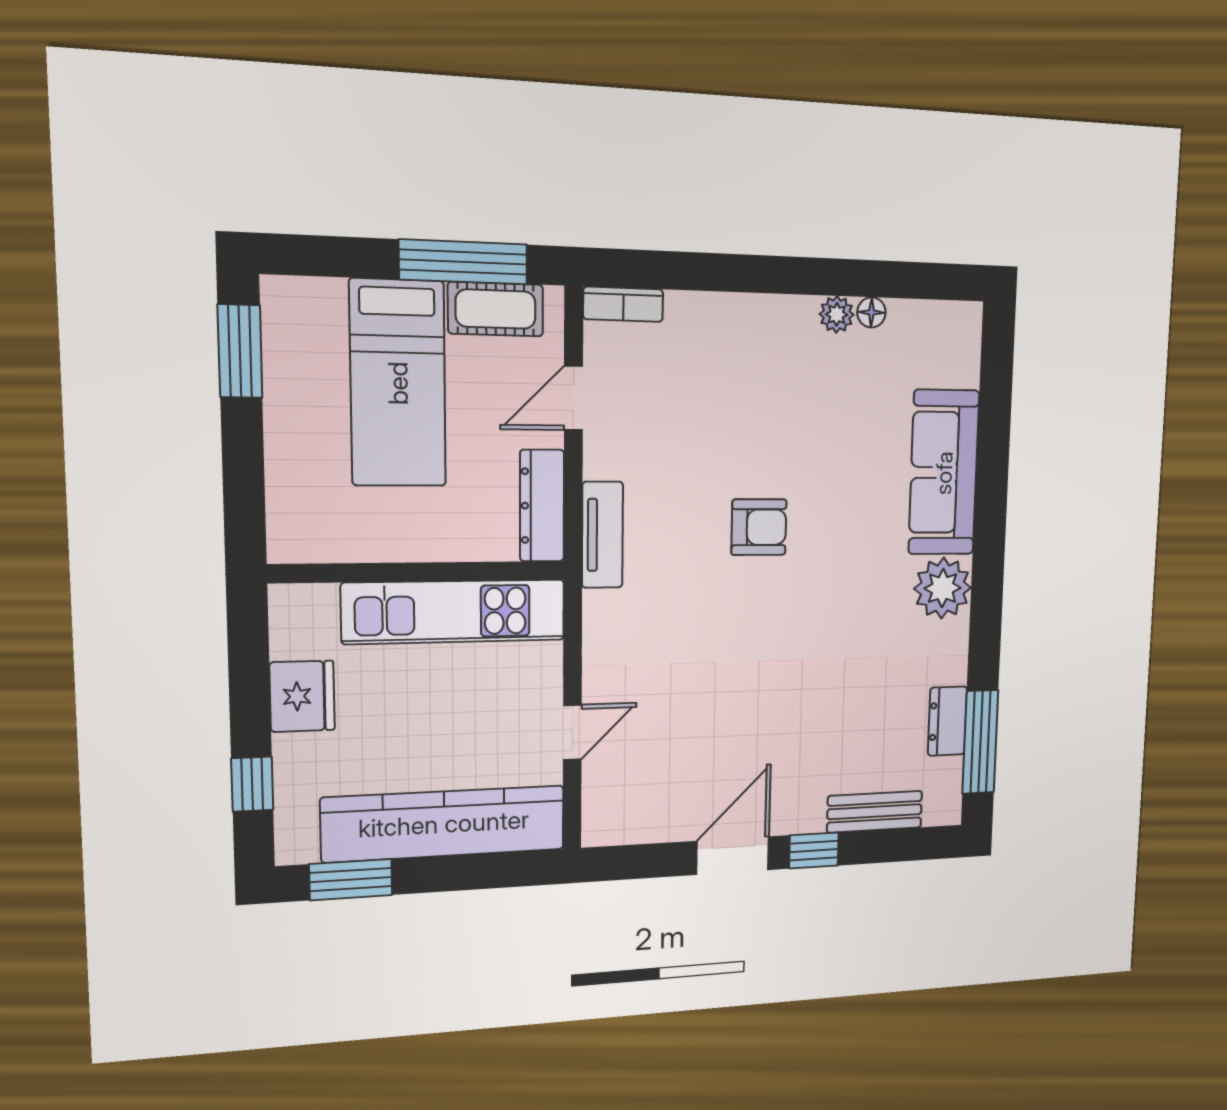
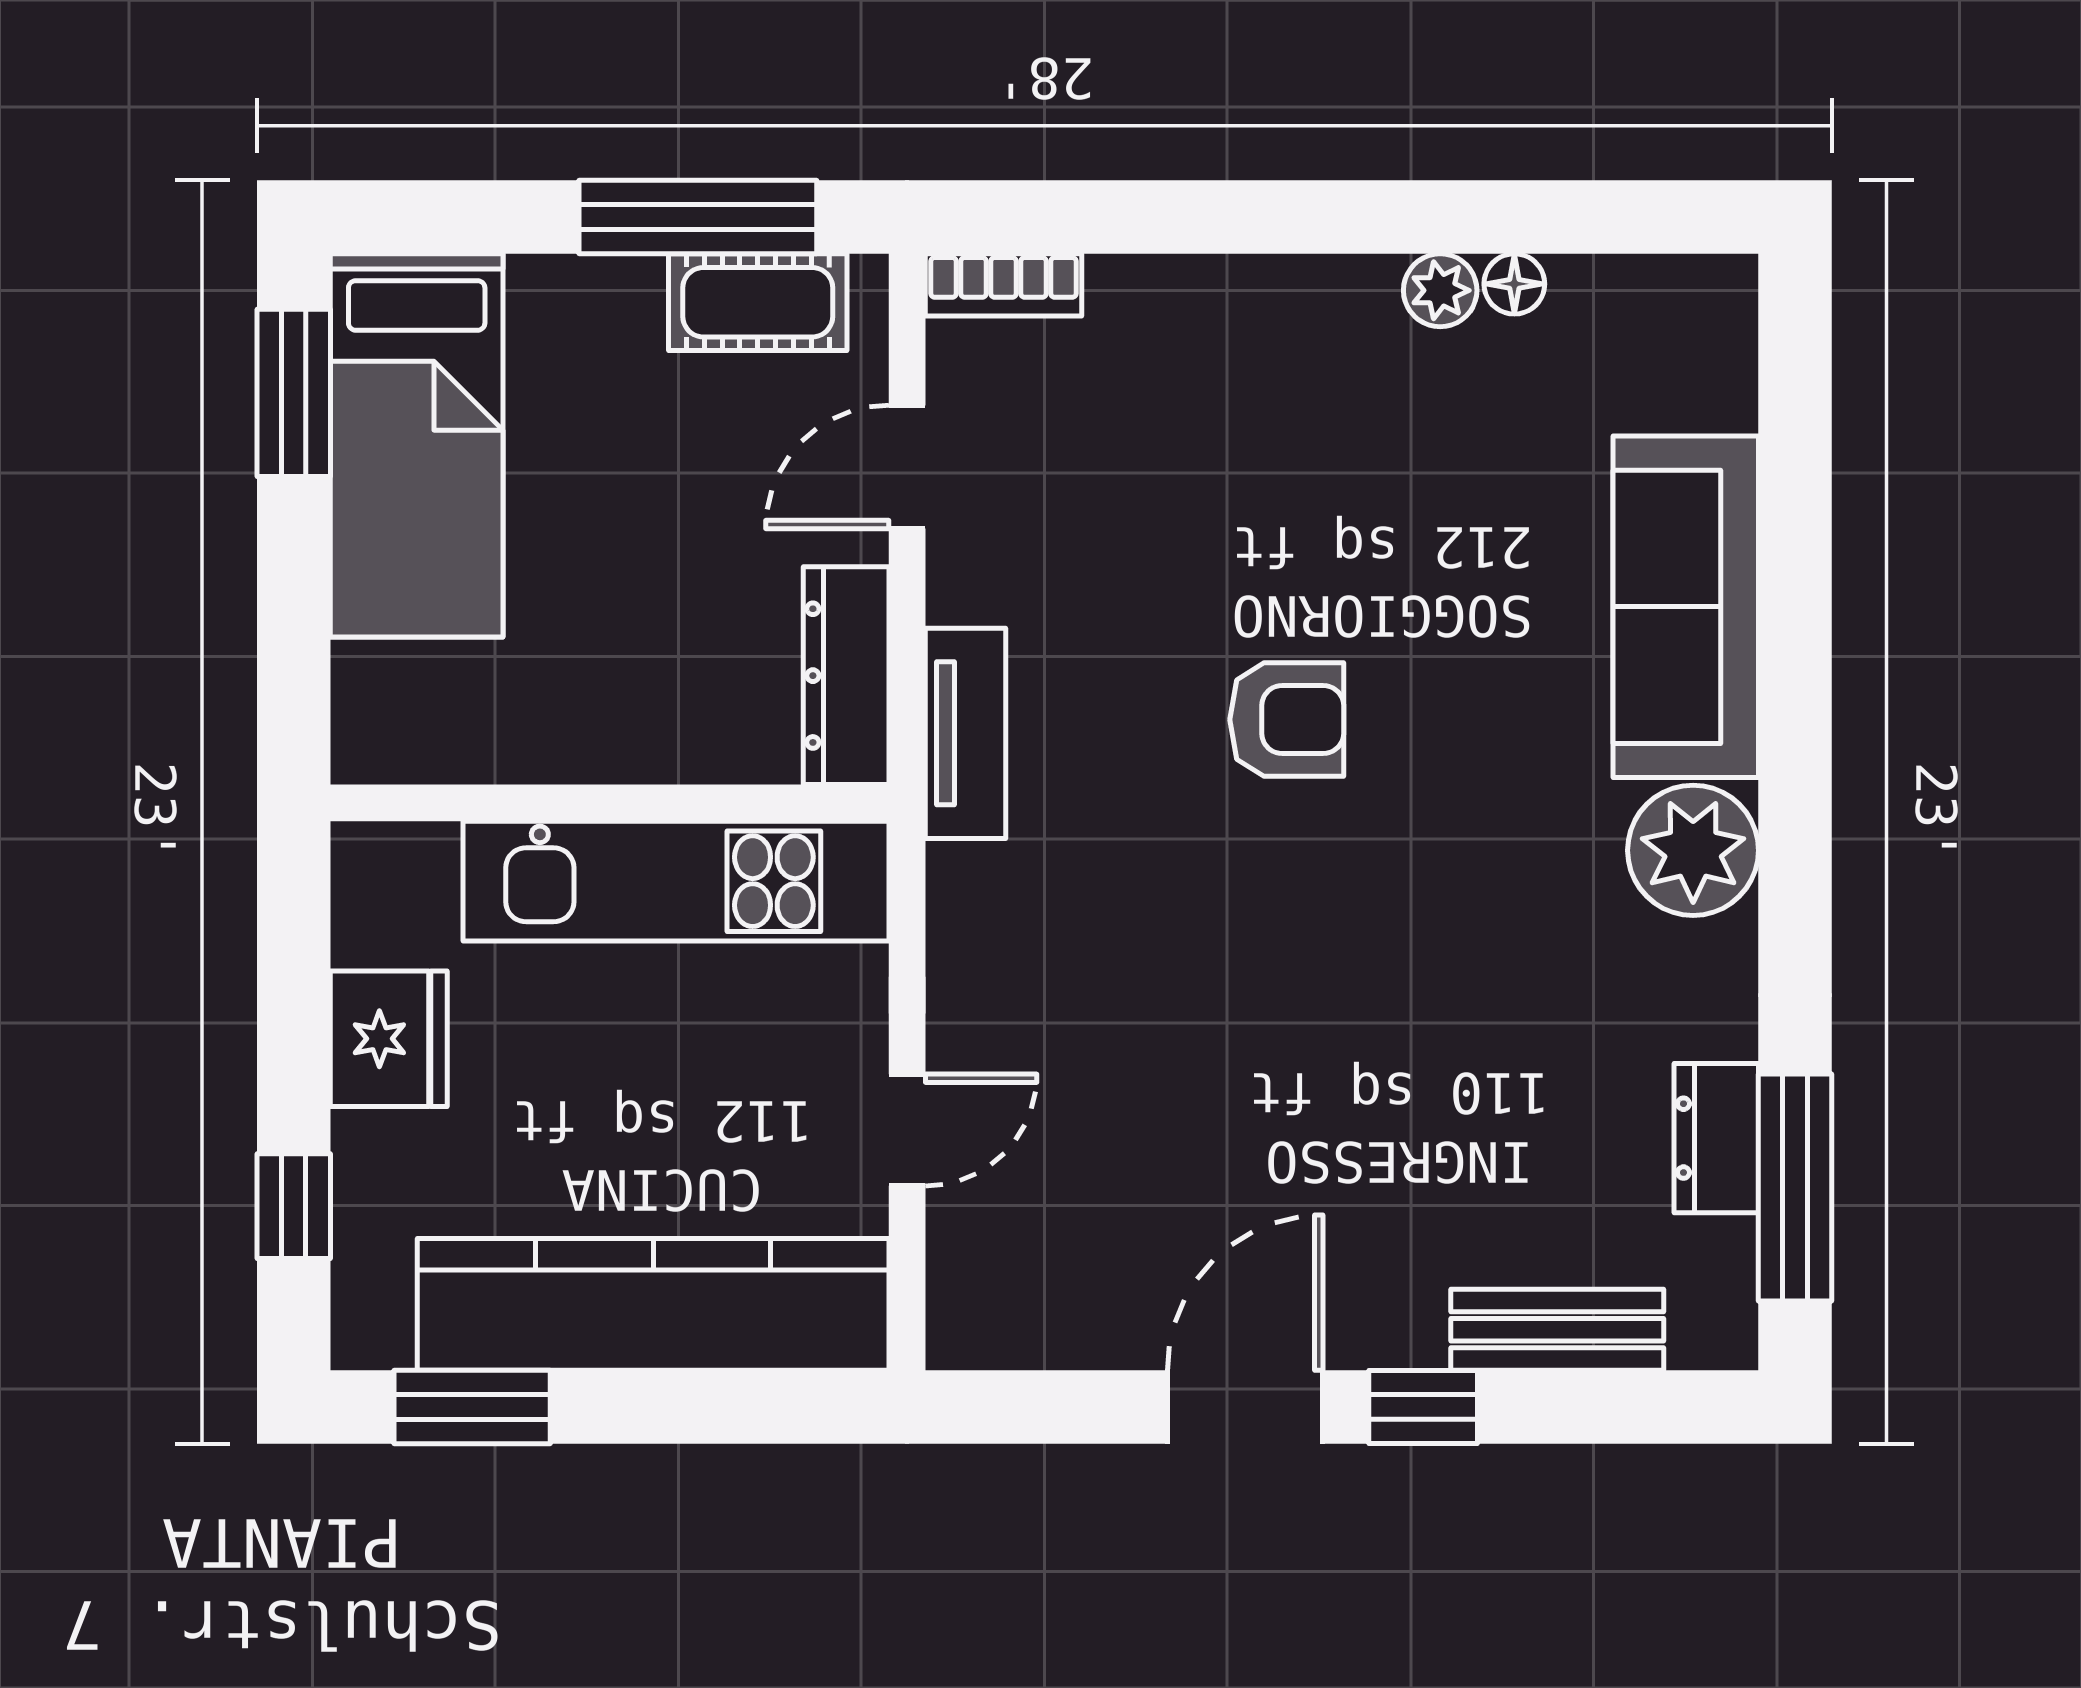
bed: (398, 383) -> (417, 445), moved

